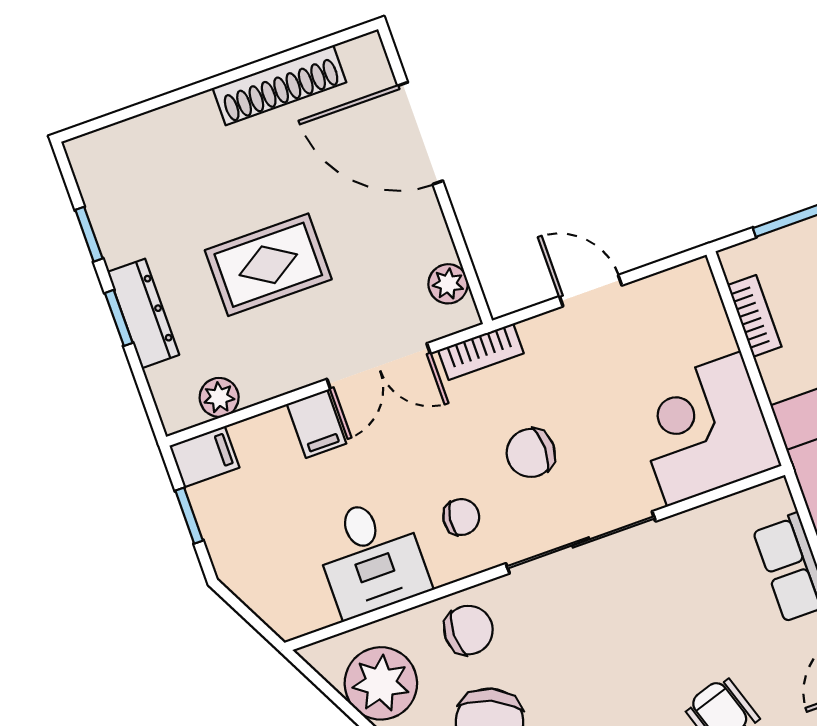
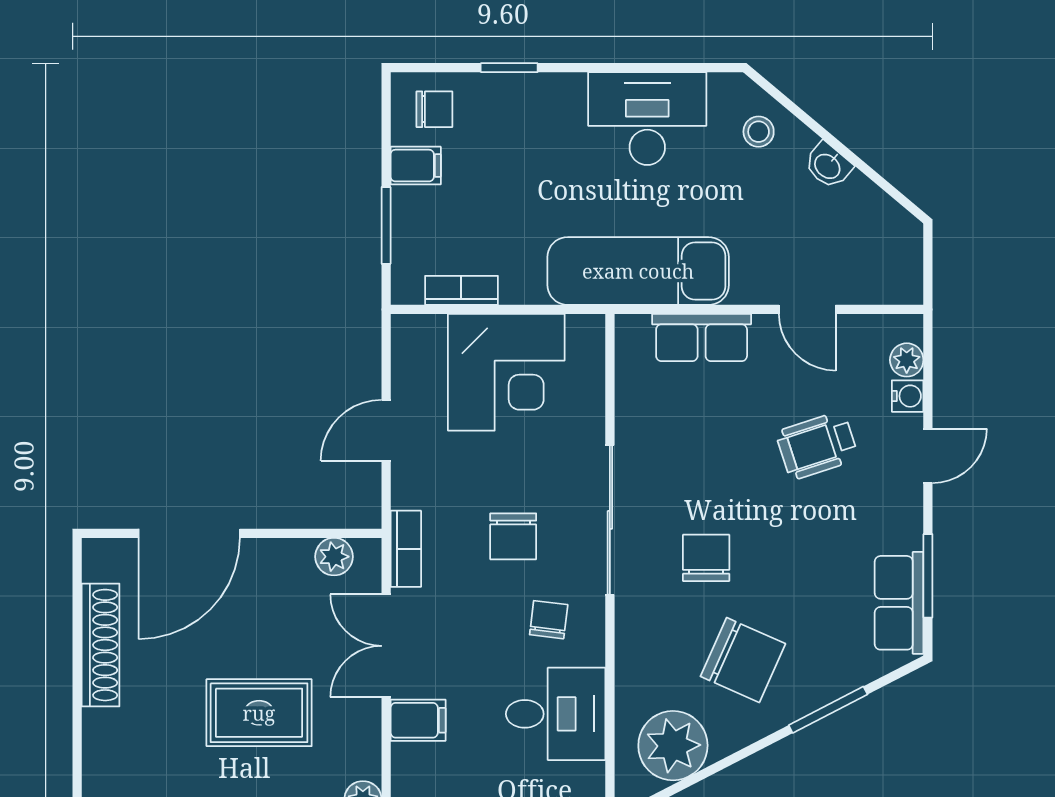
rug: (268, 265) -> (259, 713), turned 90
double door: (379, 366) -> (386, 646), swing flipped
corner desk: (704, 429) -> (506, 372), moved, turned -90
chair: (468, 630) -> (706, 558), moved

